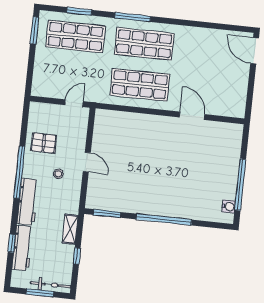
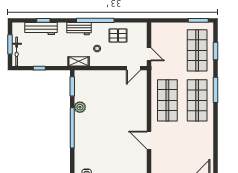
door: (192, 116) -> (149, 140), swing flipped
pallet: (44, 143) -> (118, 36), turned 90
door: (87, 162) -> (133, 68), moved
workbench: (28, 202) -> (79, 29), width x0.73
plant: (136, 206) -> (80, 107), added
shelving: (70, 229) -> (79, 61), moved

